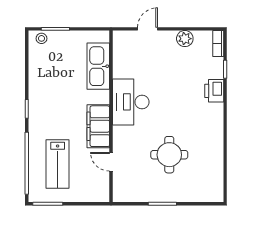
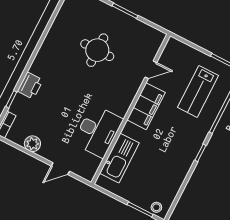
desk: (131, 102) -> (98, 131), moved
door: (111, 162) -> (151, 70), hinge flipped
lab bench: (58, 164) -> (198, 91), turned 180

